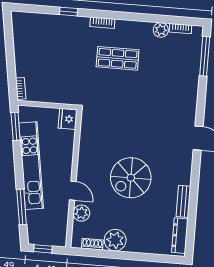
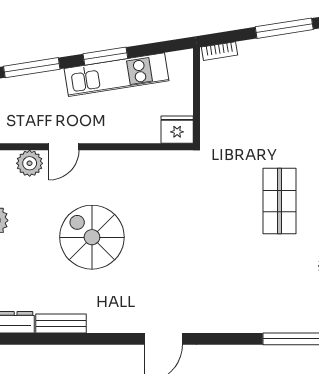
window: (10, 47) -> (284, 28), added
window: (16, 126) -> (105, 56), moved
kitchen unit: (31, 166) -> (117, 75), width x0.73

